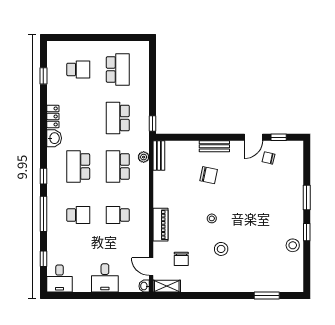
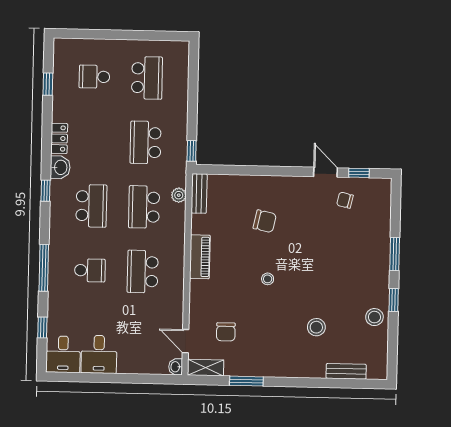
school desk: (78, 69) -> (94, 77), turned 180
door: (253, 137) -> (326, 172), swing flipped
bench: (214, 146) -> (346, 371), moved
school desk: (78, 167) -> (91, 206), turned 180
window: (43, 176) -> (46, 191), moved
school desk: (118, 215) -> (143, 272), width x1.85
piano: (161, 225) -> (200, 257), moved
stool: (221, 249) -> (316, 327), moved
desk: (105, 278) -> (99, 354), moved
window: (267, 296) -> (246, 381), moved

